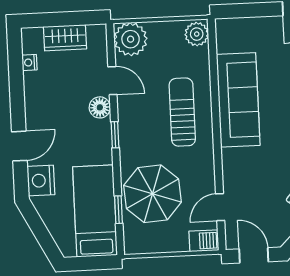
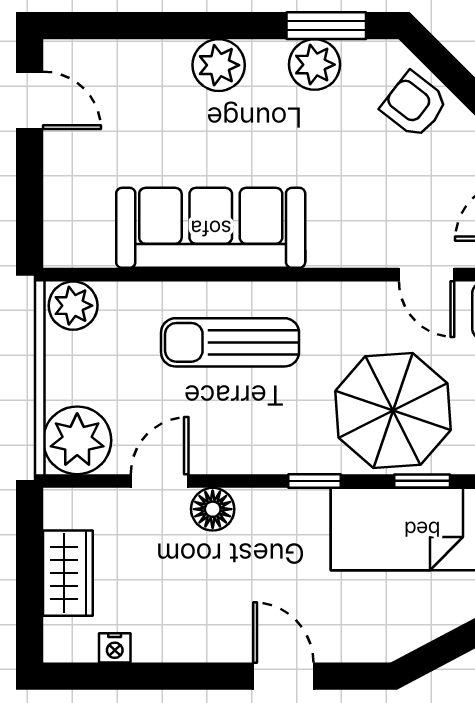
window: (115, 135) -> (314, 481), moved
nightstand: (41, 181) -> (355, 636), removed

